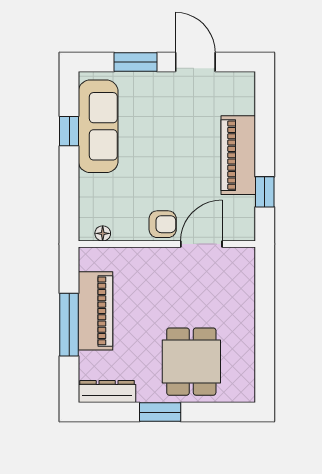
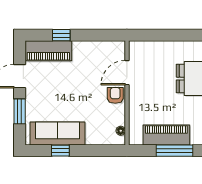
piano: (238, 155) -> (48, 51), moved
window: (265, 192) -> (61, 35), moved
door: (201, 244) -> (127, 73), hinge flipped

